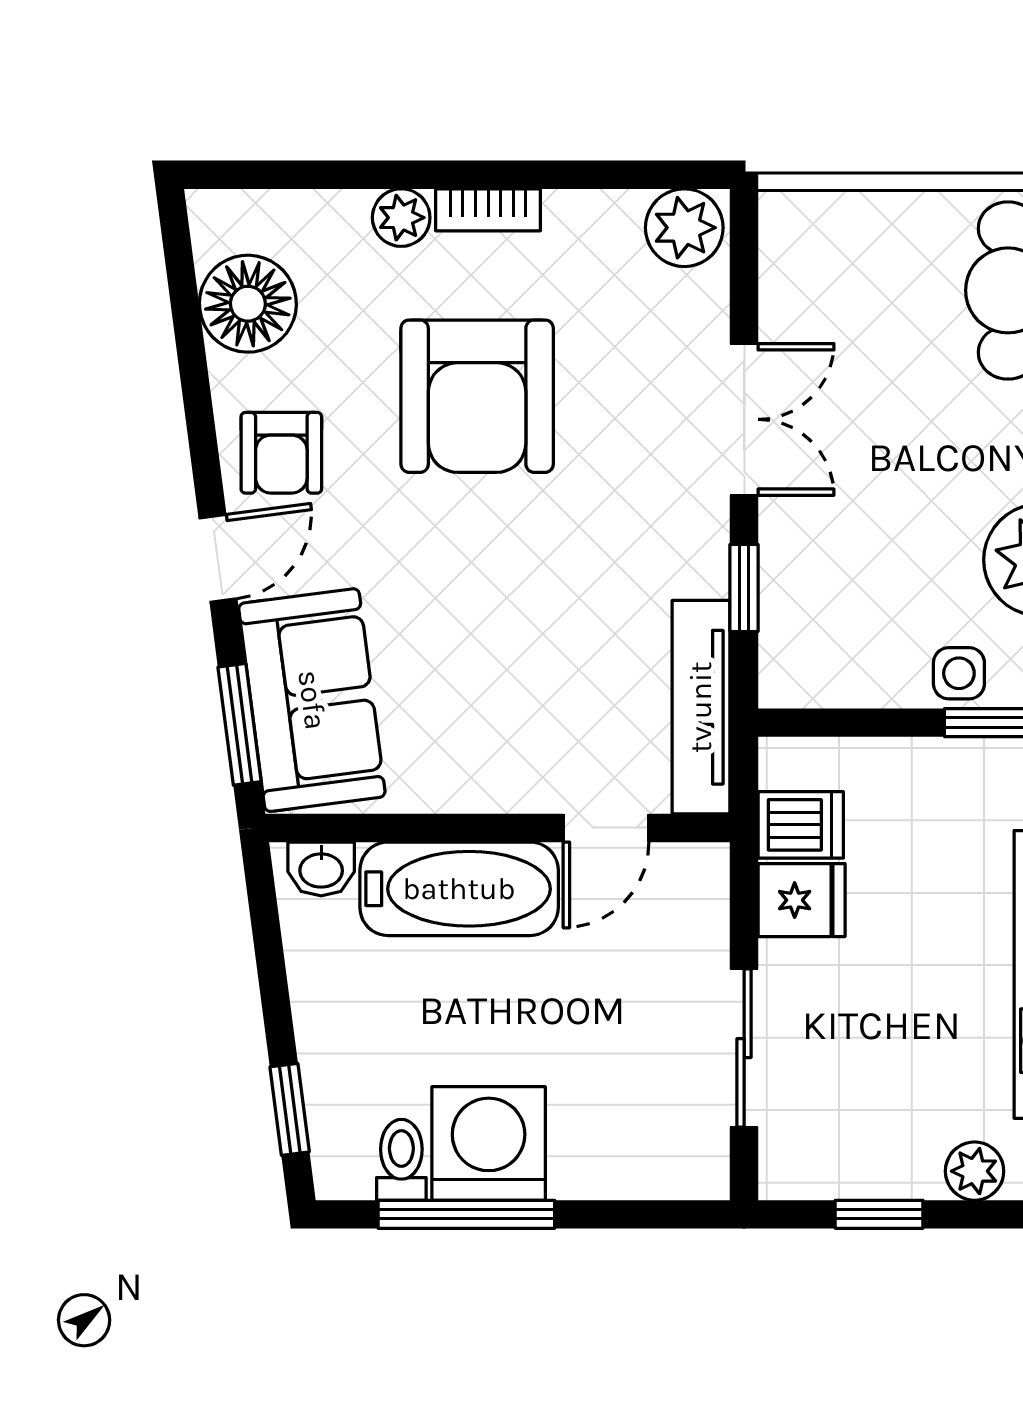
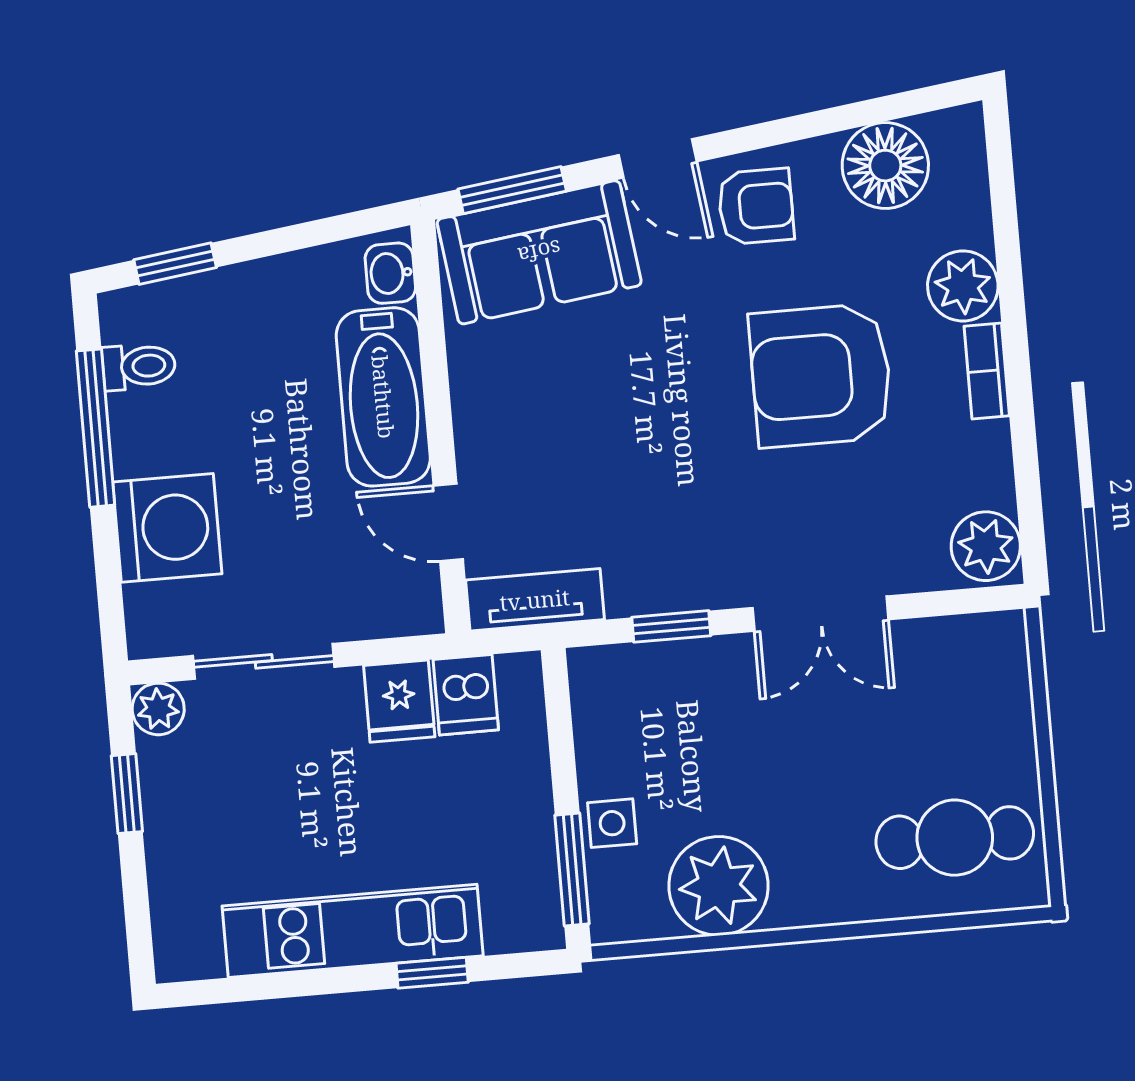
plant: (401, 218) -> (963, 286), width x1.38, depth x1.38
armchair: (281, 453) -> (756, 206), turned 180
tv unit: (701, 707) -> (535, 600), width x0.71
washing machine: (489, 1143) -> (167, 528), moved
plant: (975, 1171) -> (158, 709), moved

